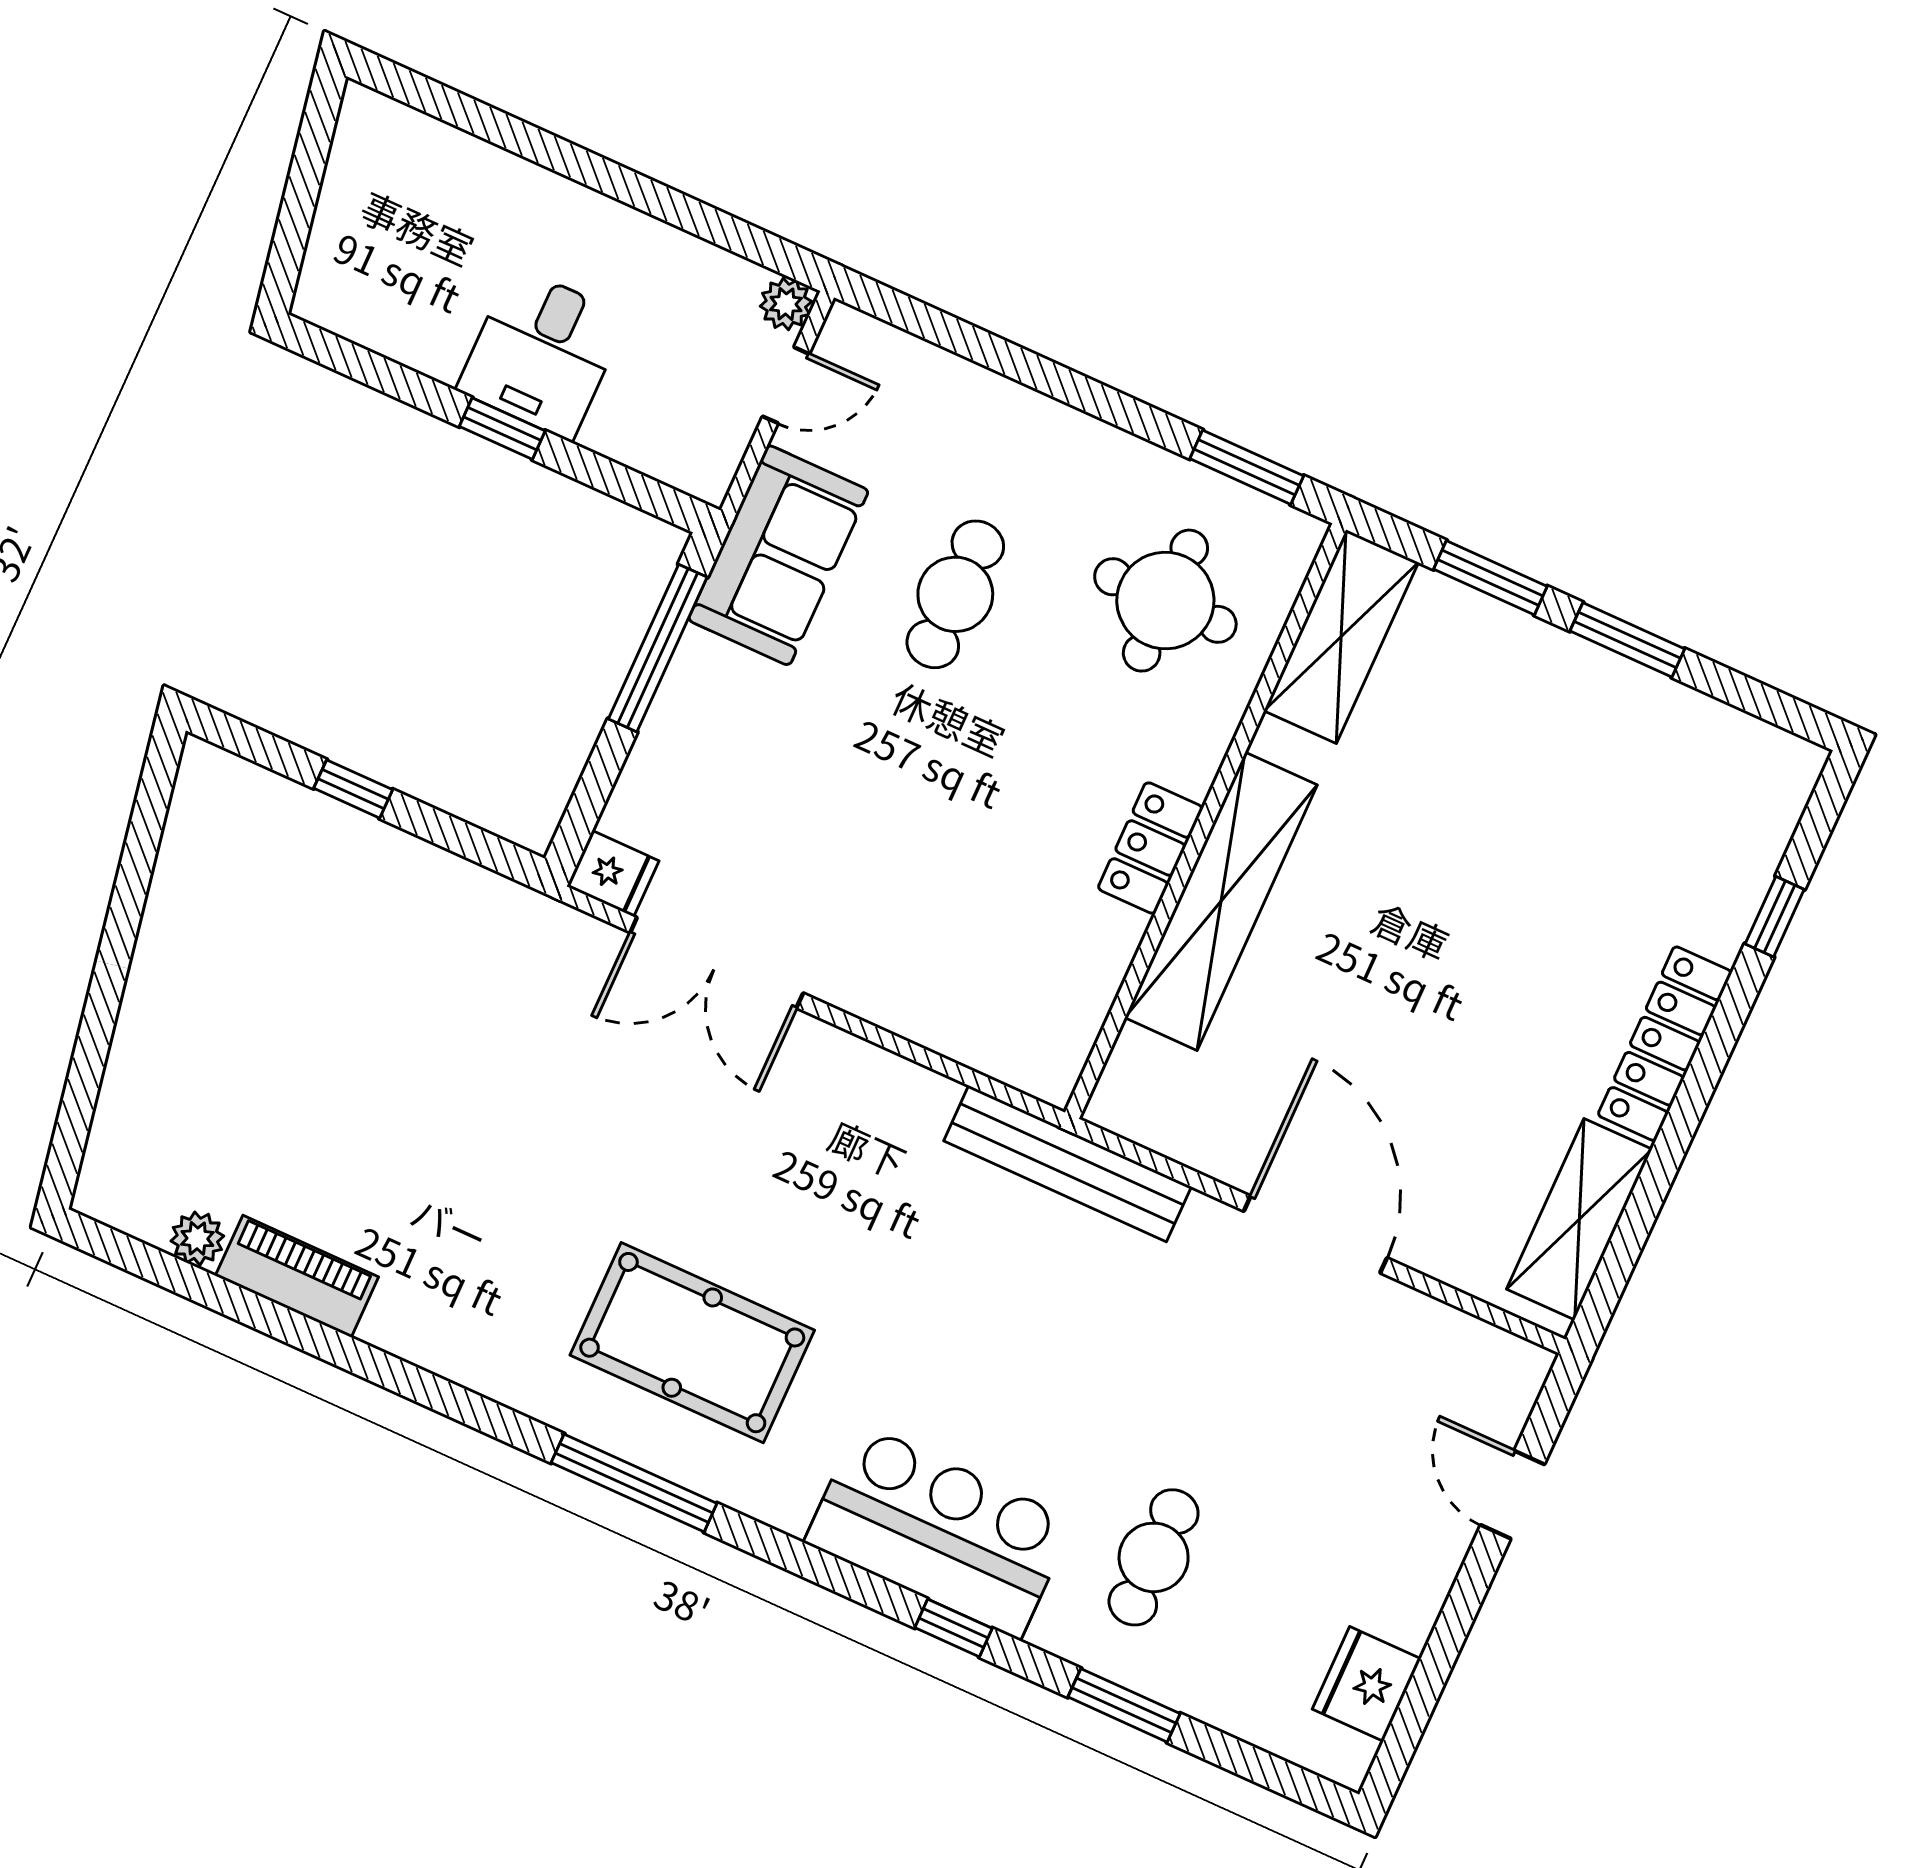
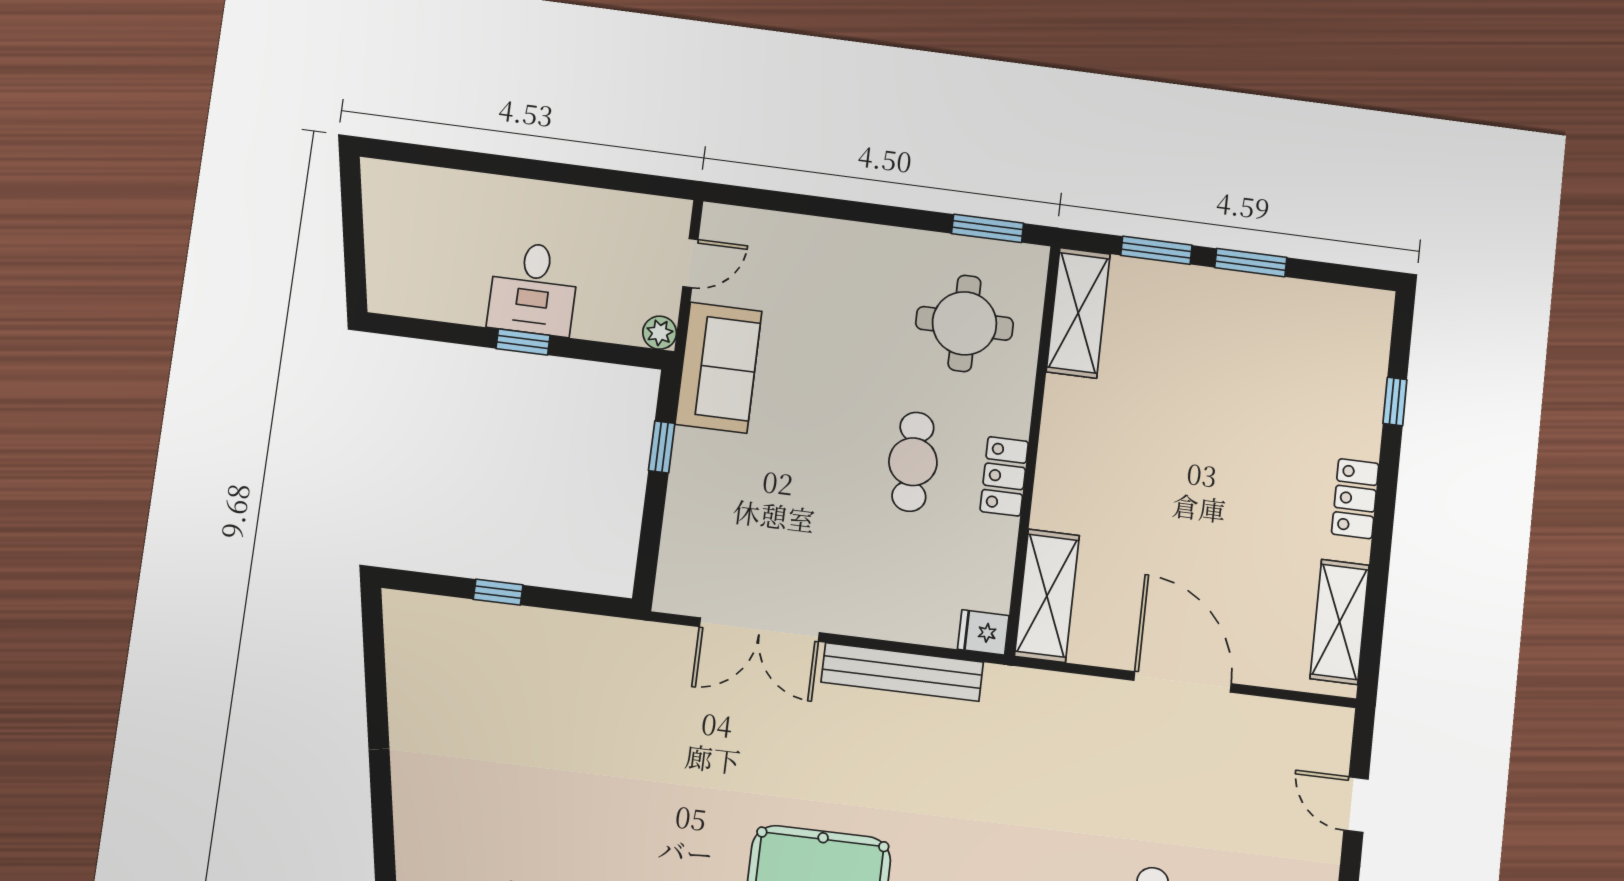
plant: (786, 304) -> (660, 333), moved
cafe table: (955, 594) -> (913, 462), moved
window: (658, 648) -> (662, 447), width x0.46
fridge: (613, 874) -> (983, 632), moved, turned 180
shelving: (1221, 901) -> (1047, 596), moved, width x0.68
locker: (1665, 1044) -> (1355, 499), width x0.66
bench: (1068, 1164) -> (902, 672), moved

